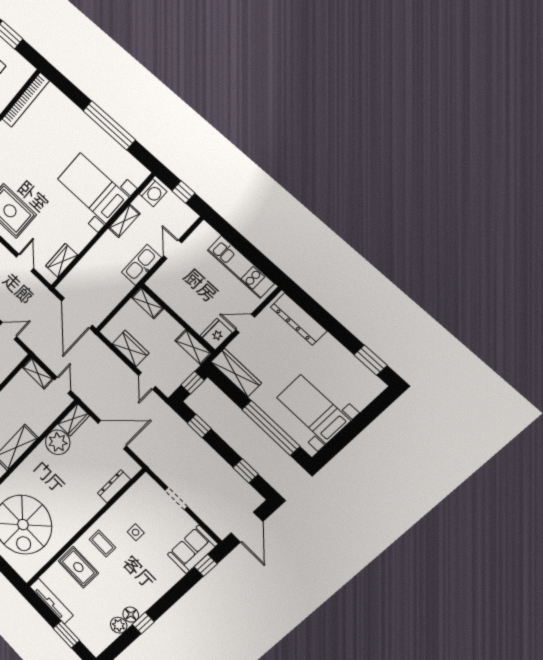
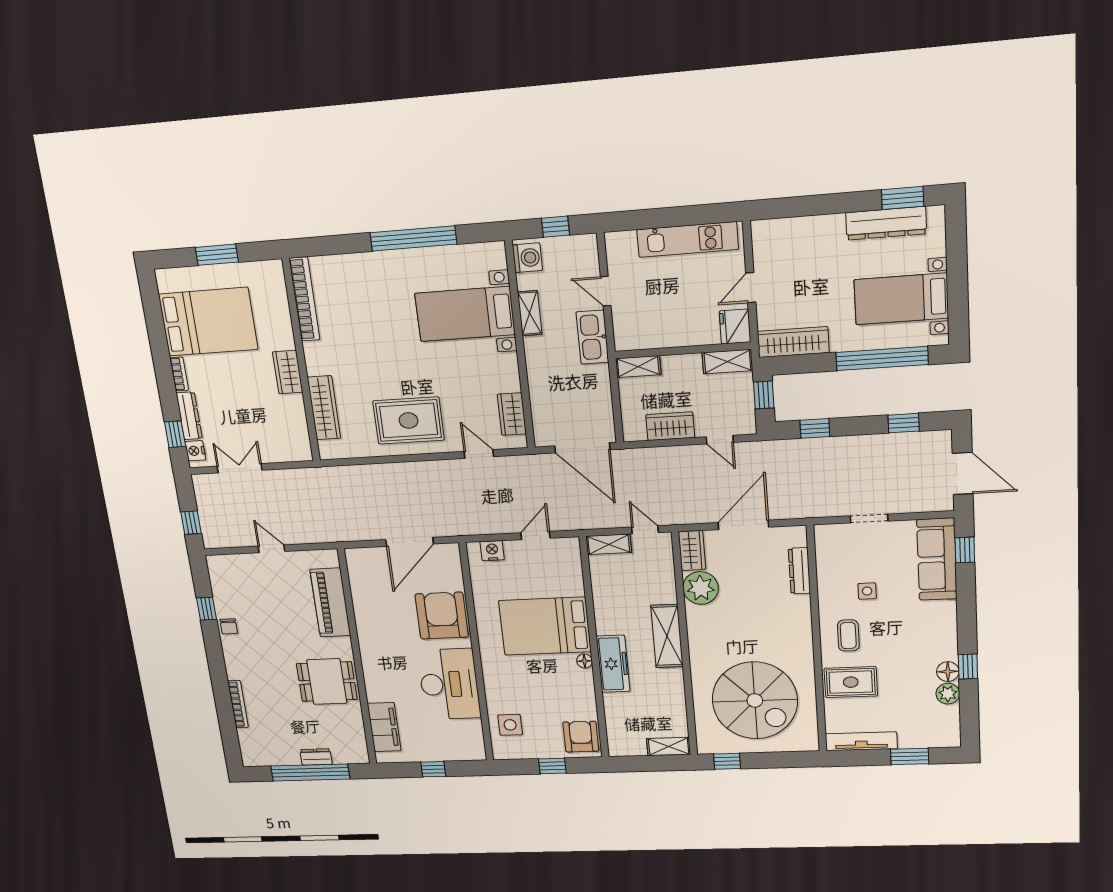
dresser: (299, 319) -> (886, 223), moved
coffee table: (102, 544) -> (848, 635), turned 90
sofa: (193, 549) -> (937, 559), width x1.36

